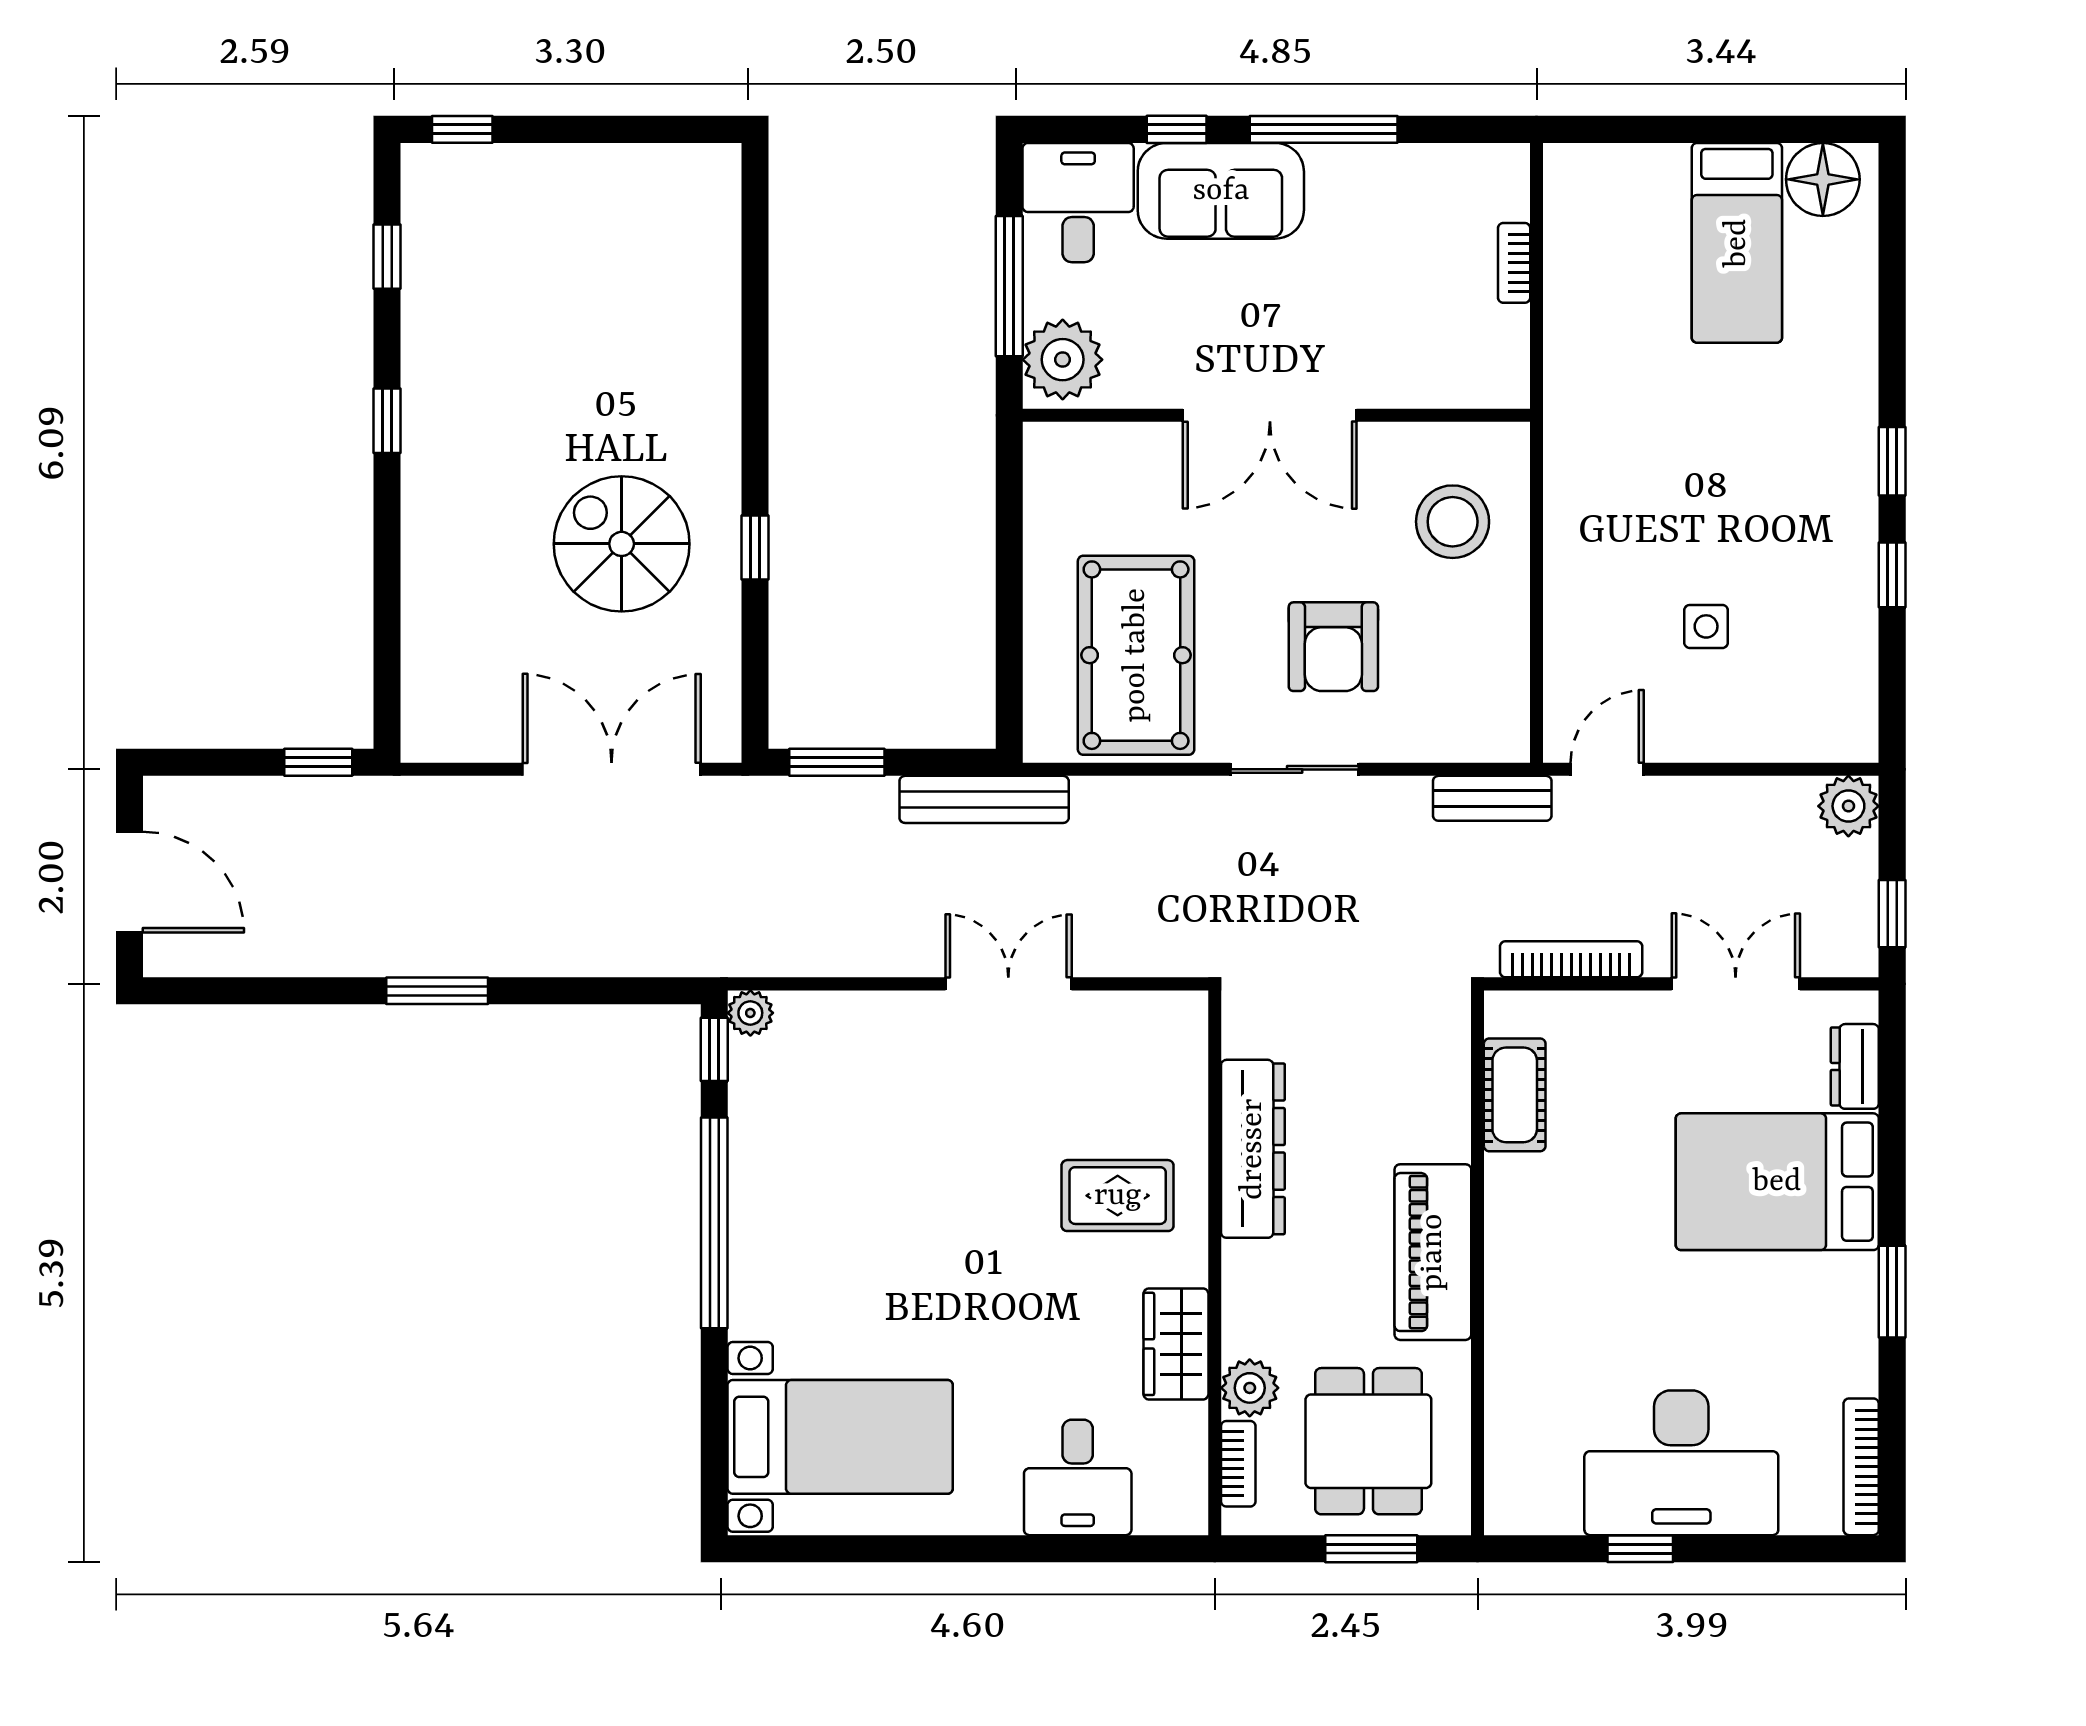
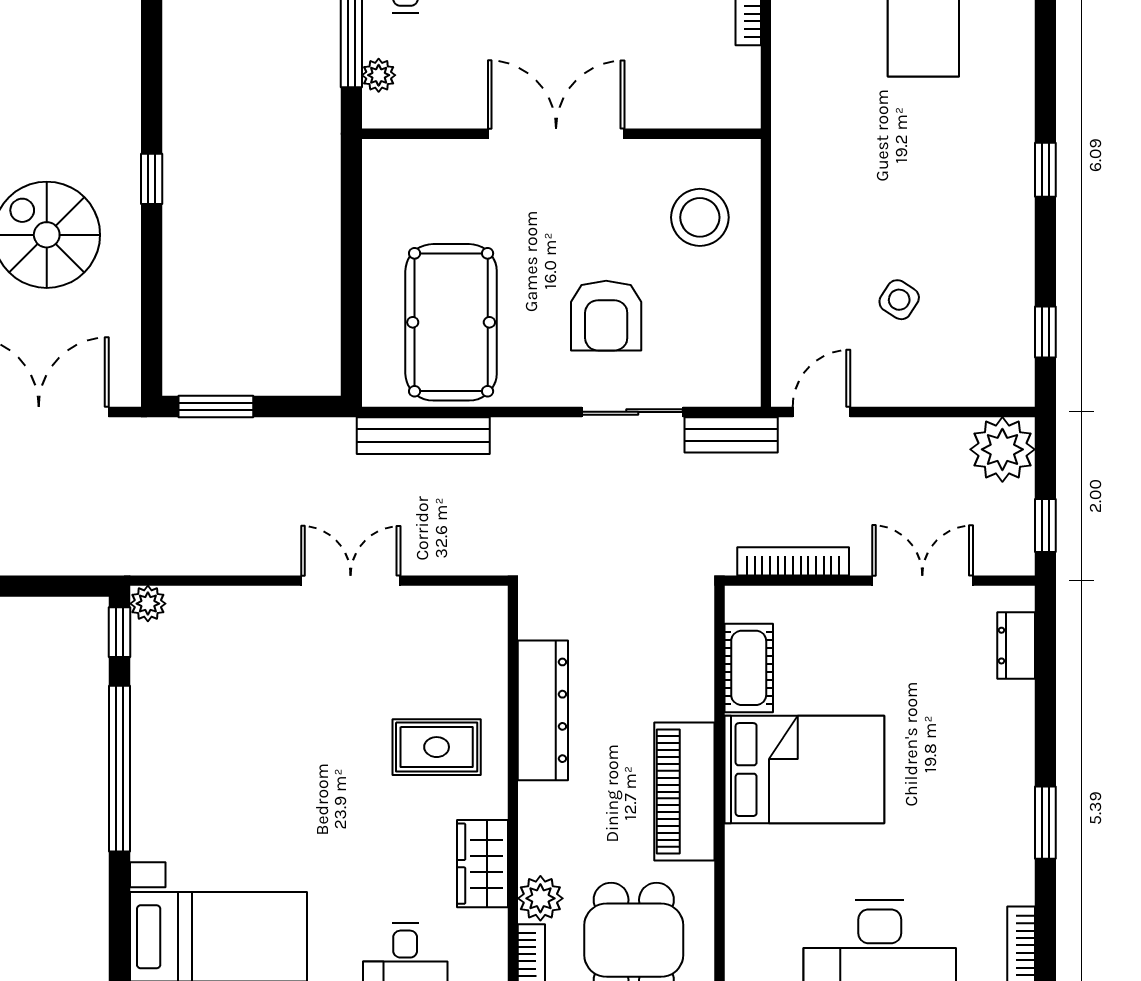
plant: (1063, 360) -> (379, 75), width x0.53, depth x0.53
double door: (1270, 415) -> (556, 134), swing flipped
window: (755, 548) -> (152, 179), moved
window: (1892, 575) -> (1045, 332), moved
side table: (1706, 626) -> (899, 300), turned 33
sliding door: (1295, 769) -> (632, 412), moved
bench: (984, 799) -> (423, 436), moved
plant: (1848, 806) -> (1002, 449), width x1.36, depth x1.36
bed: (1777, 1182) -> (804, 770), moved, turned 180

